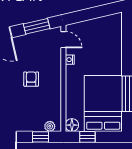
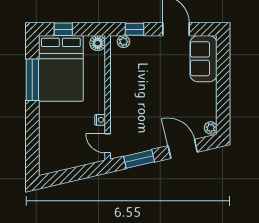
armchair: (31, 79) -> (145, 97), removed
window: (87, 137) -> (63, 29), moved

